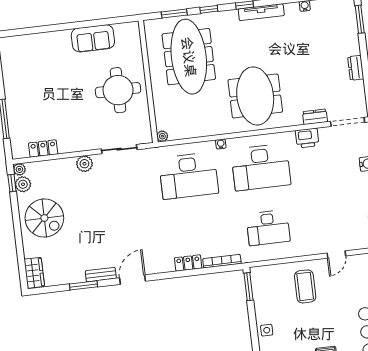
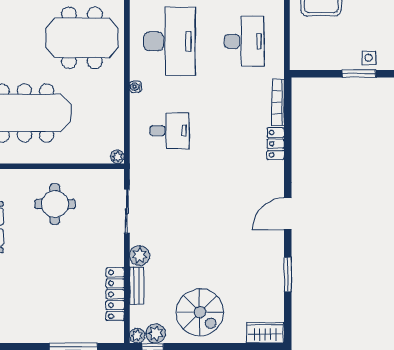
round table: (118, 90) -> (55, 204), width x0.73, depth x0.73
locker: (43, 149) -> (115, 294), width x1.53
desk: (189, 176) -> (169, 131), width x0.53, depth x0.77
spiral stairs: (44, 218) -> (200, 312), turned 90
bench: (101, 275) -> (137, 286), moved
door: (133, 280) -> (288, 214), hinge flipped
window: (249, 287) -> (359, 74), moved

